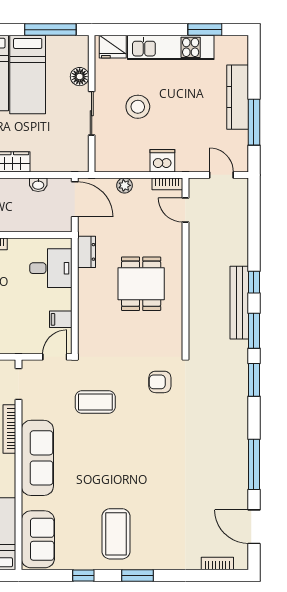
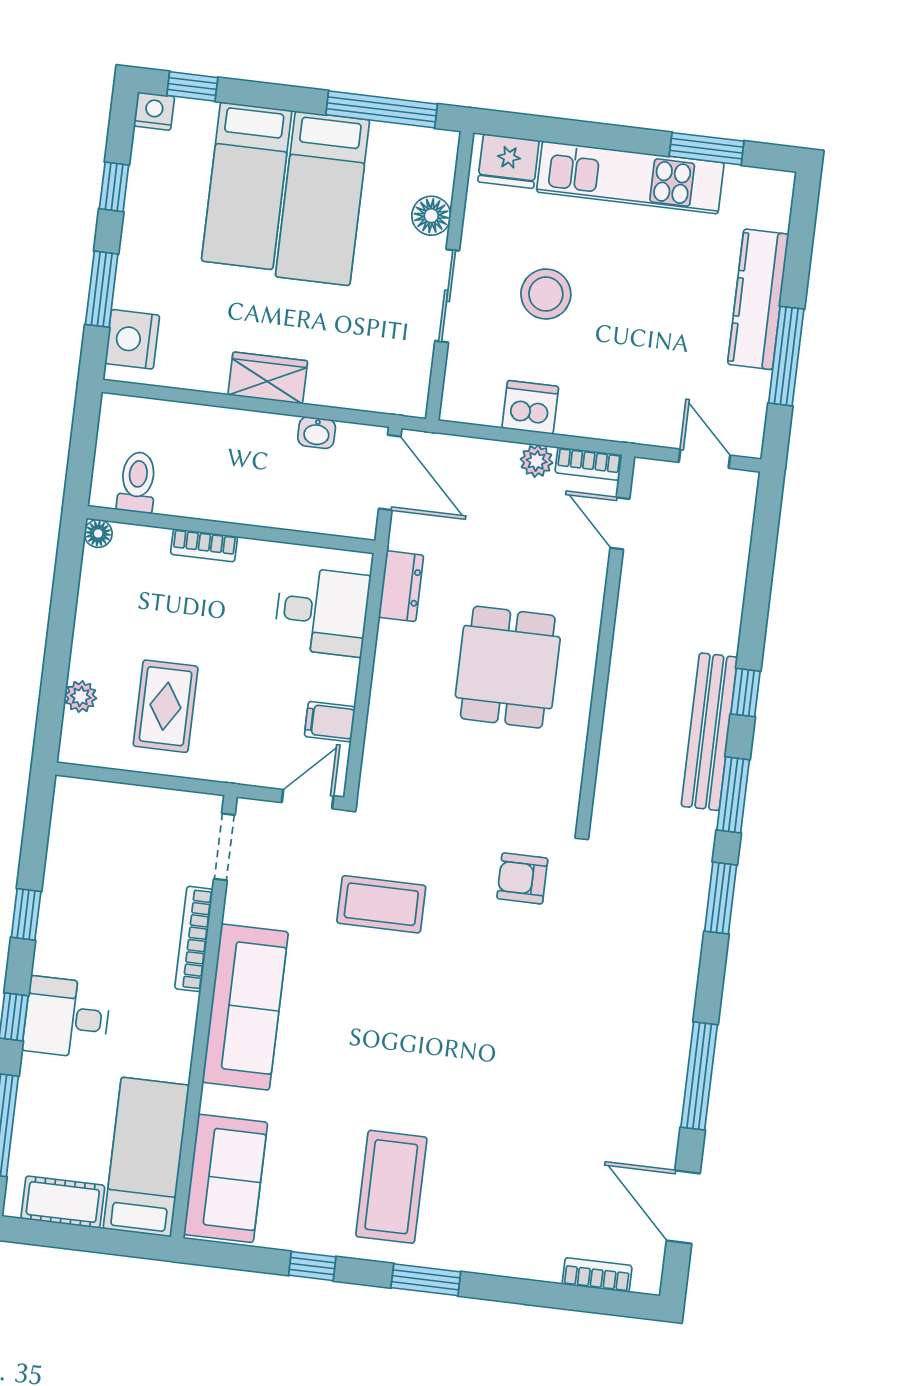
dishwasher: (162, 161) -> (530, 407), moved
plant: (124, 185) -> (537, 461), moved

